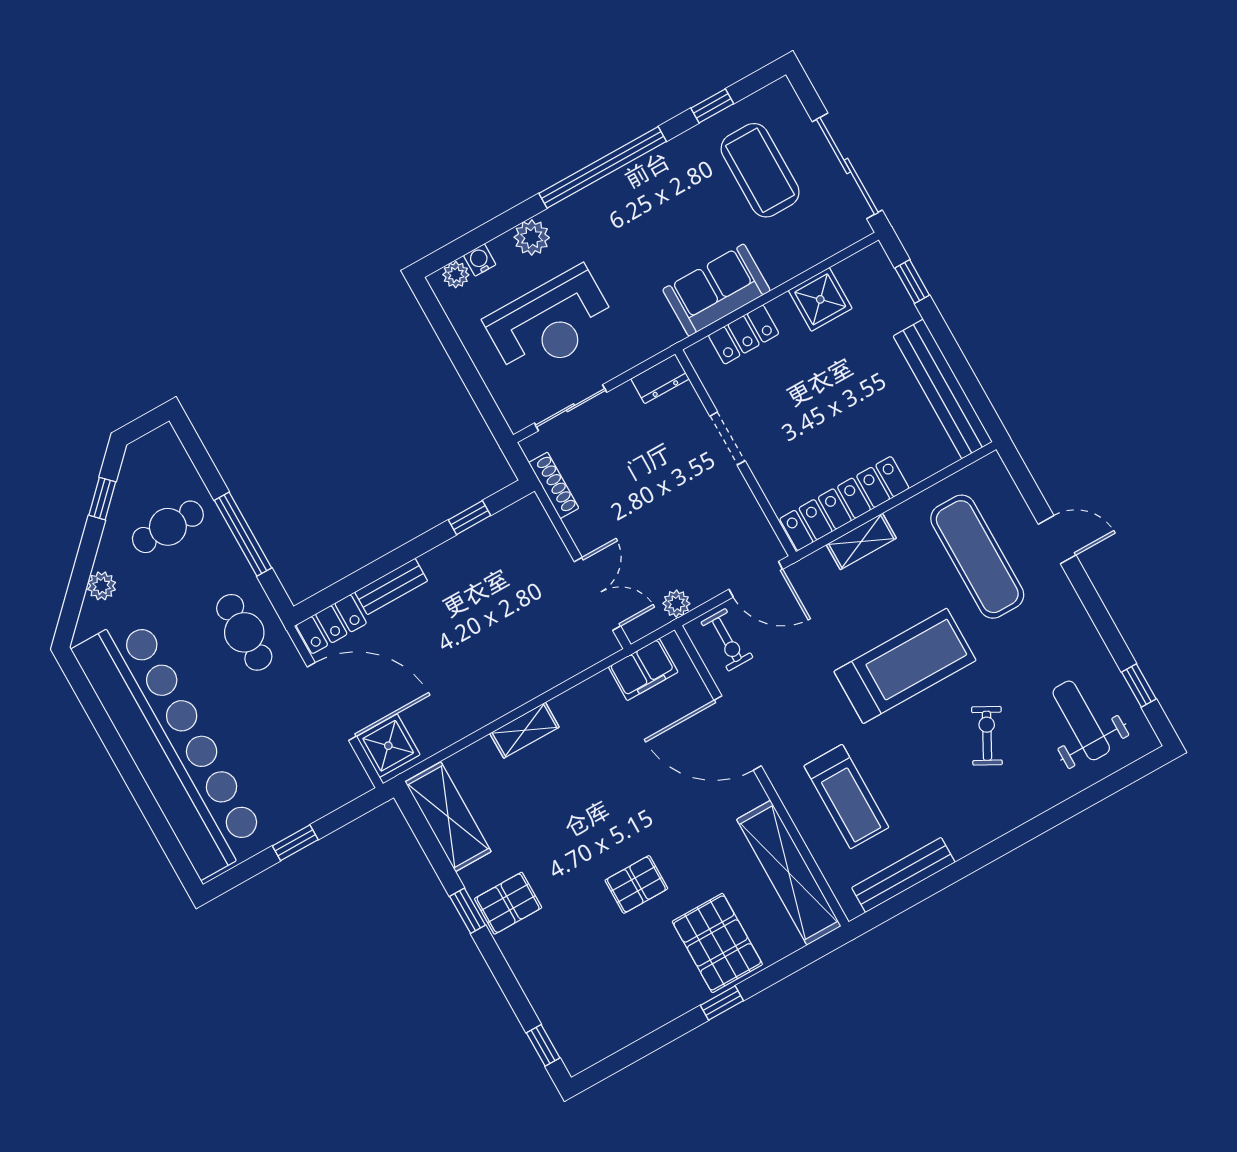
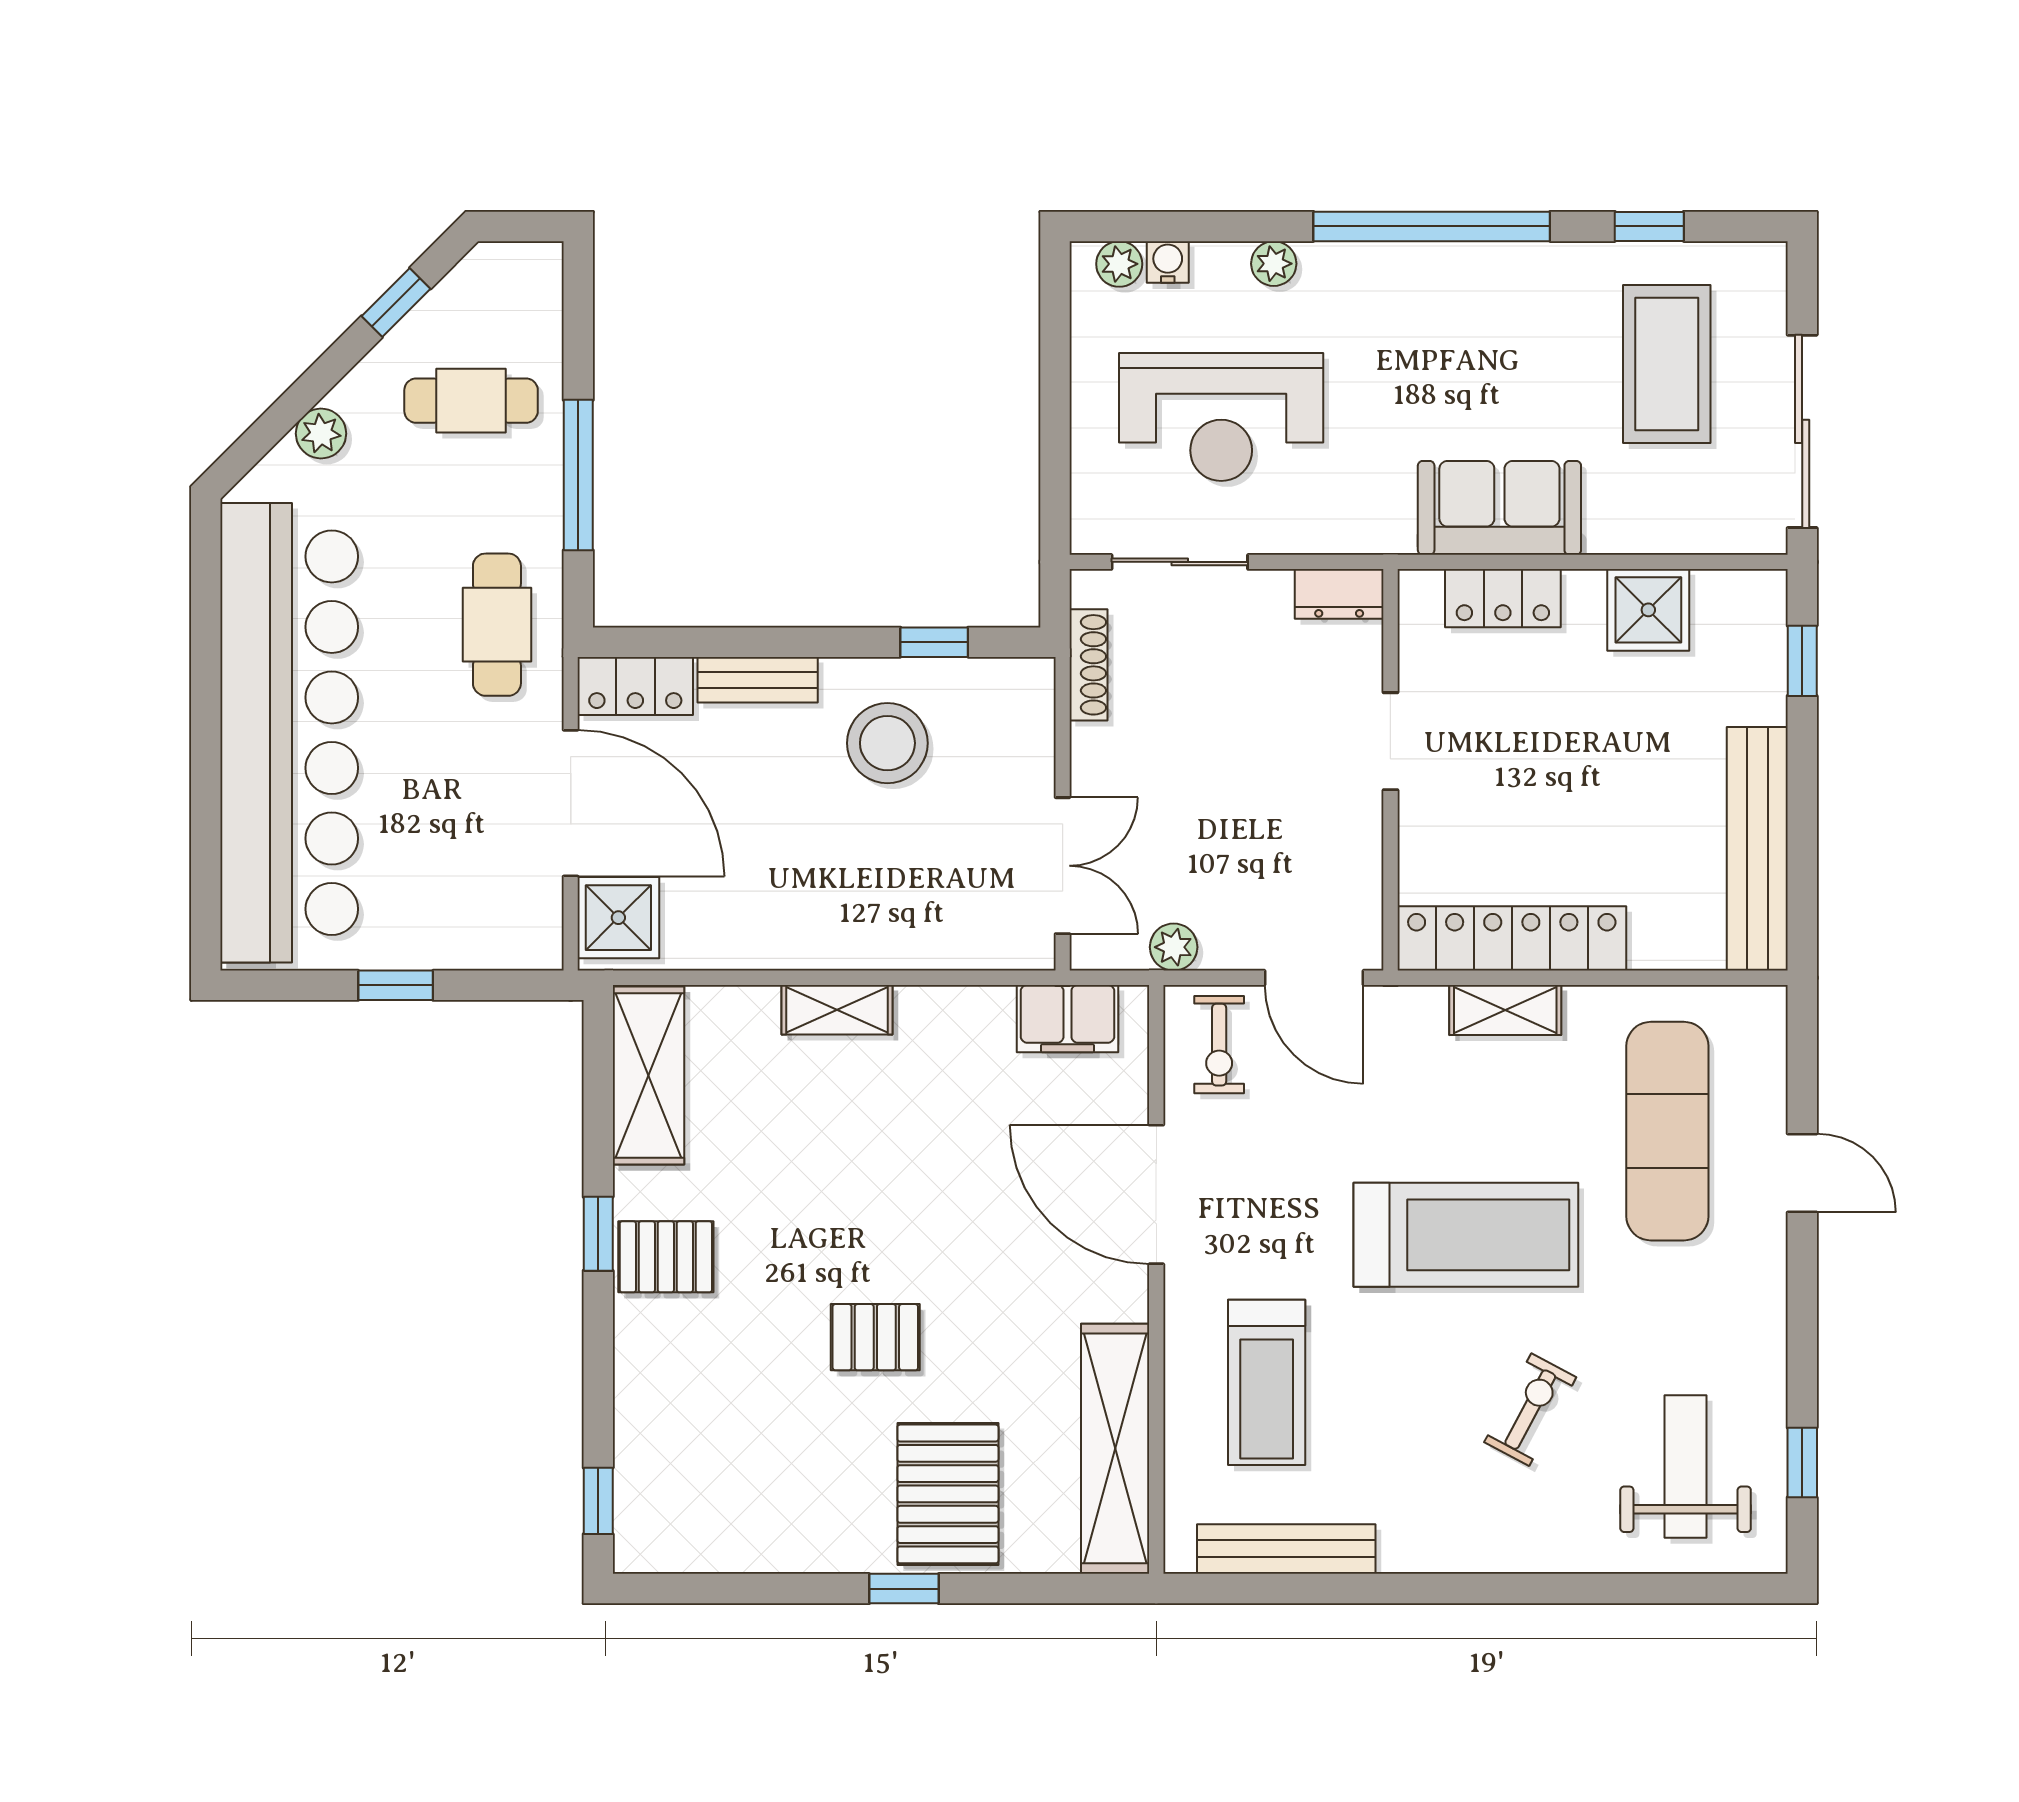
plant: (532, 237) -> (1274, 264), width x0.73, depth x0.73
stool: (475, 582) -> (887, 743), added

